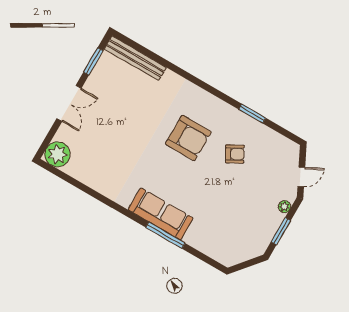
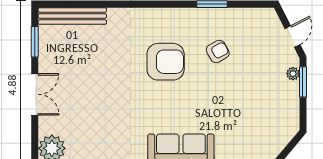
window: (281, 231) -> (303, 82), moved

